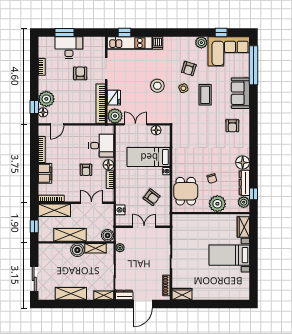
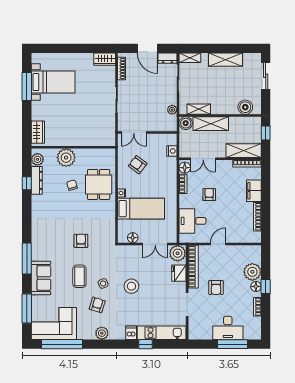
window: (65, 33) -> (233, 344), width x1.44
window: (124, 33) -> (146, 344), moved
window: (221, 33) -> (62, 344), width x3.17
plant: (201, 43) -> (102, 333), moved
window: (253, 65) -> (27, 309), width x0.68
armchair: (80, 73) -> (216, 287), moved
window: (34, 107) -> (266, 286), moved
window: (253, 111) -> (27, 259), added
floor lamp: (43, 112) -> (256, 286), moved
door: (57, 124) -> (218, 244), moved
armchair: (232, 126) -> (81, 241), moved
floor lamp: (243, 163) -> (39, 203), removed
floor lamp: (108, 165) -> (185, 168), moved
dining table: (186, 191) -> (99, 185), moved
window: (253, 194) -> (27, 183), moved
double door: (144, 227) -> (134, 133), moved
shelving: (70, 235) -> (211, 124), moved
boiler: (77, 250) -> (245, 107), moved
bed with nightstands: (229, 255) -> (53, 82), moved
window: (253, 269) -> (27, 87), added
door: (143, 304) -> (147, 48), swing flipped

